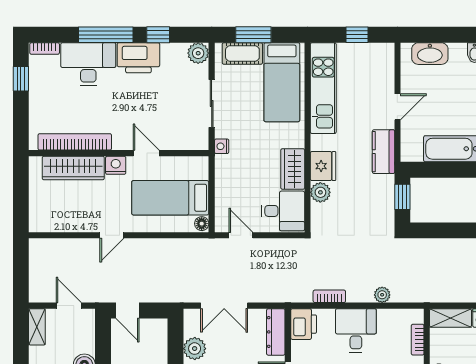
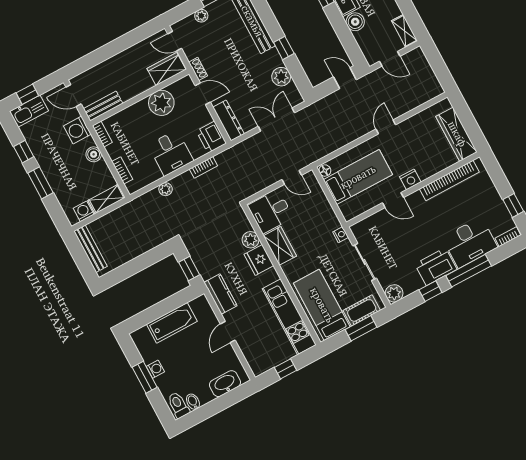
wardrobe: (73, 168) -> (457, 134), moved, turned -90

